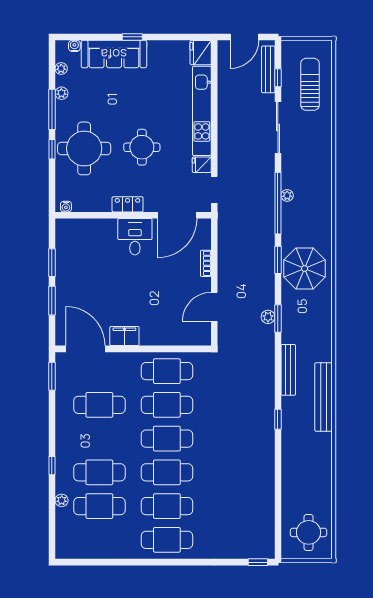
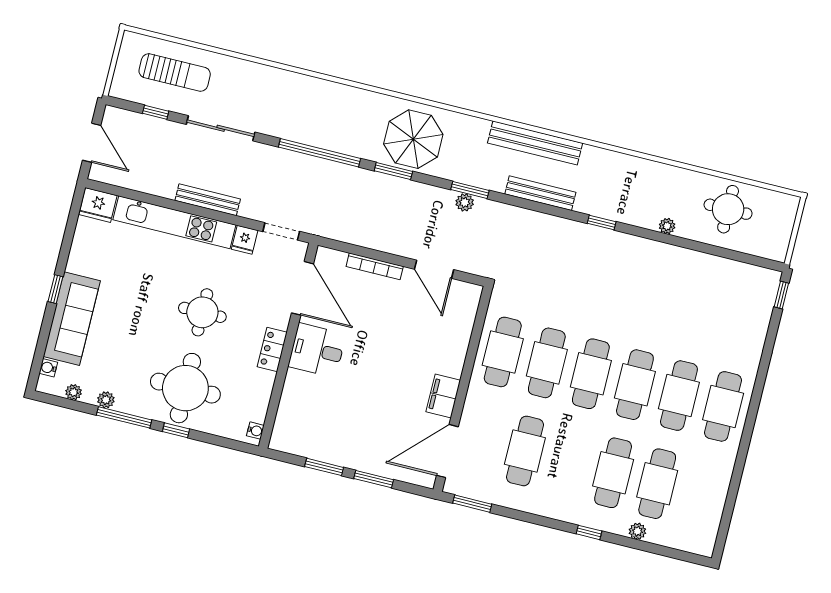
bench: (268, 69) -> (208, 200), moved
sun lounger: (310, 84) -> (175, 72), turned 180
plant: (287, 195) -> (667, 226), moved
bookcase: (206, 263) -> (375, 266), width x1.56
bench: (324, 397) -> (535, 143), moved
round table: (309, 532) -> (728, 209), moved

